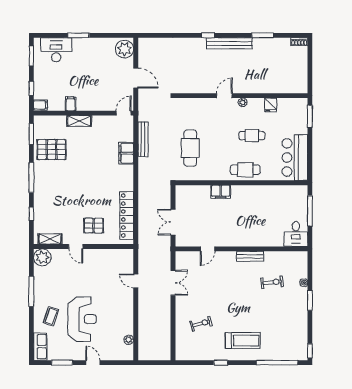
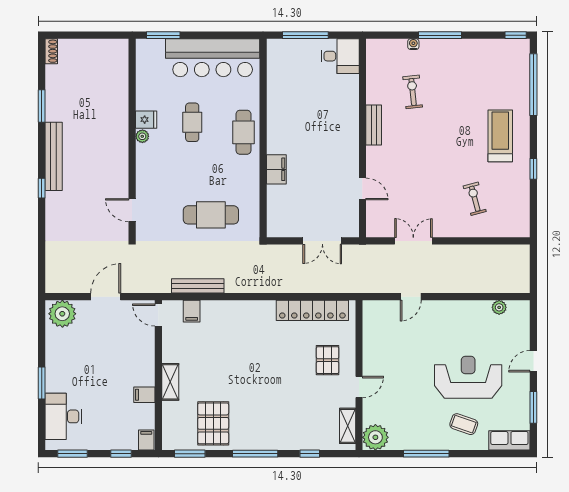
door: (224, 96) -> (132, 210), moved
fridge: (271, 105) -> (146, 120), moved
filing cabinet: (126, 153) -> (192, 311), moved, width x0.50
bar counter: (295, 157) -> (213, 58), width x1.36
window: (310, 300) -> (440, 35), width x1.44

